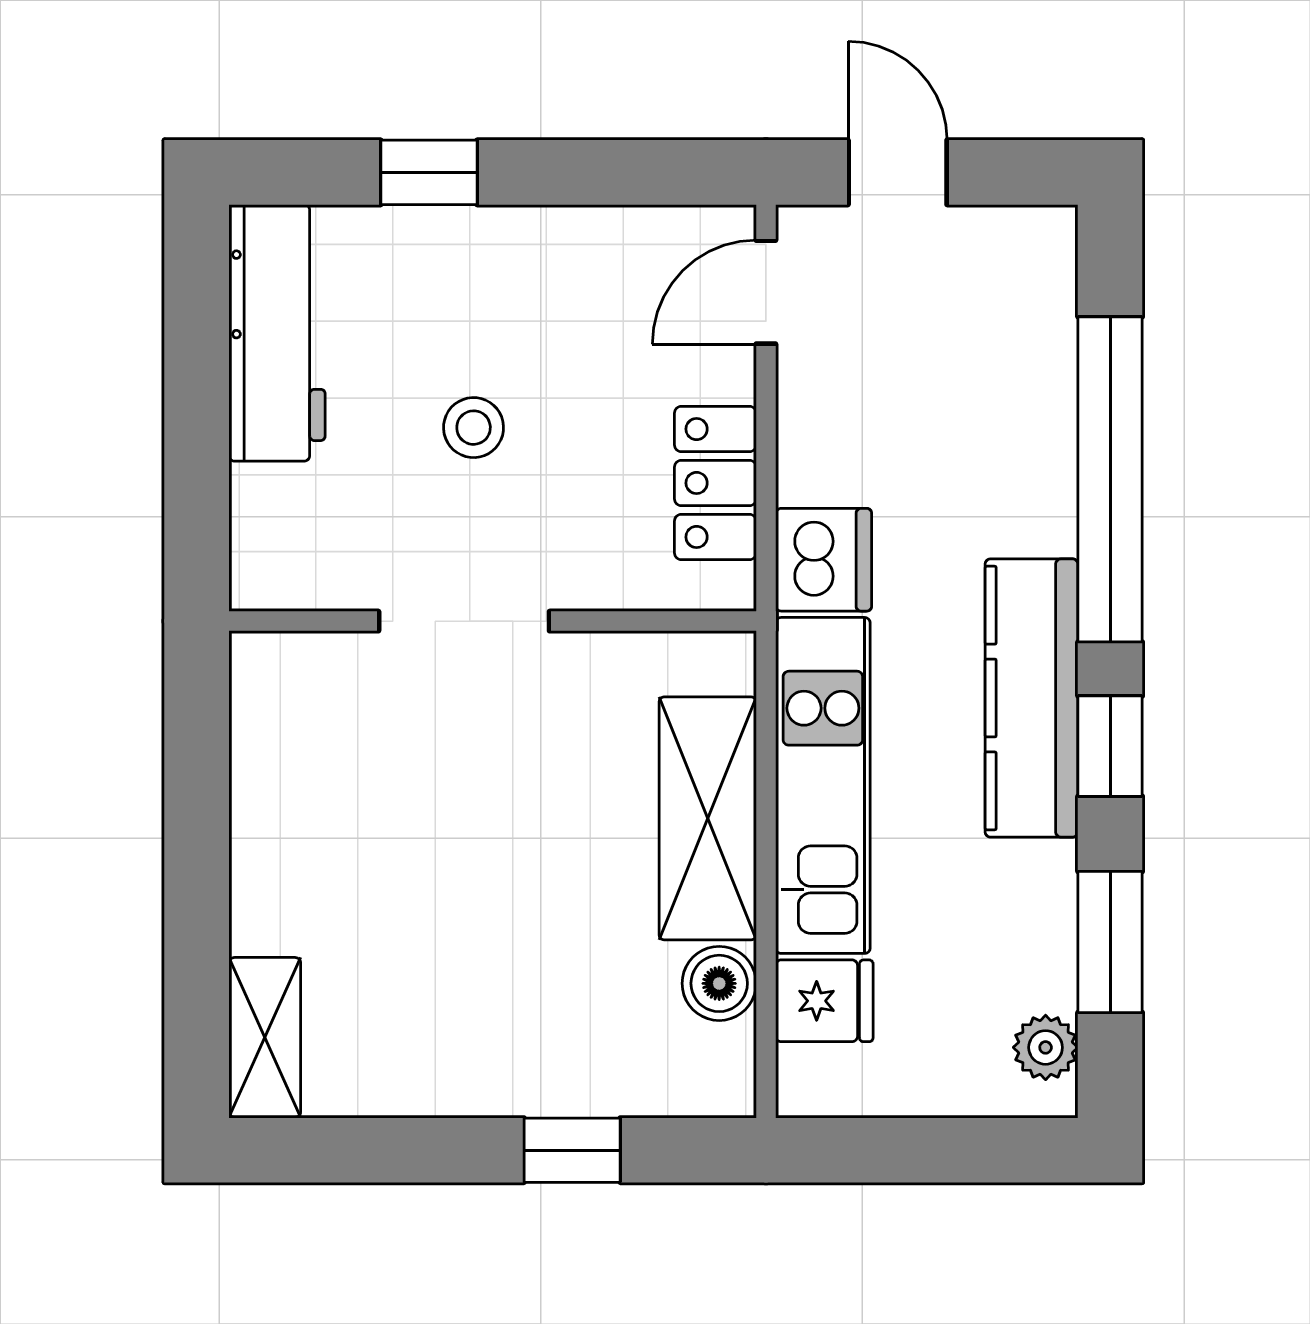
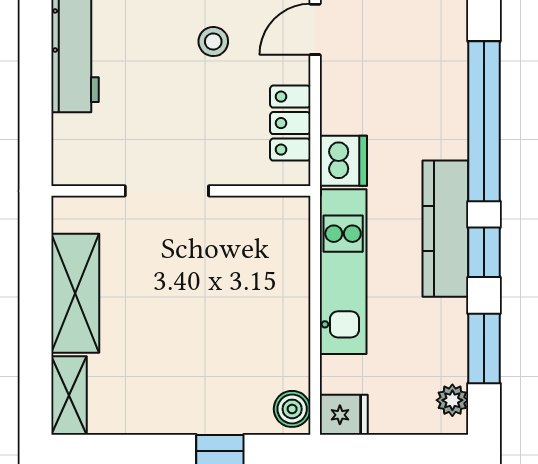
stool: (474, 428) -> (213, 42), moved
shelving: (708, 818) -> (75, 293), moved
boiler: (719, 983) -> (292, 409), moved
fridge: (824, 1001) -> (344, 415), moved

